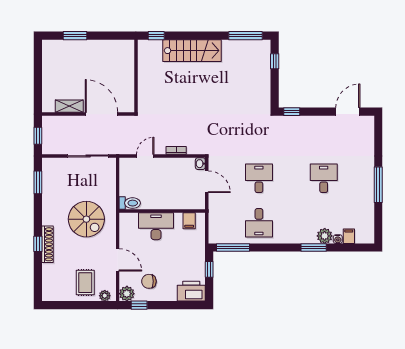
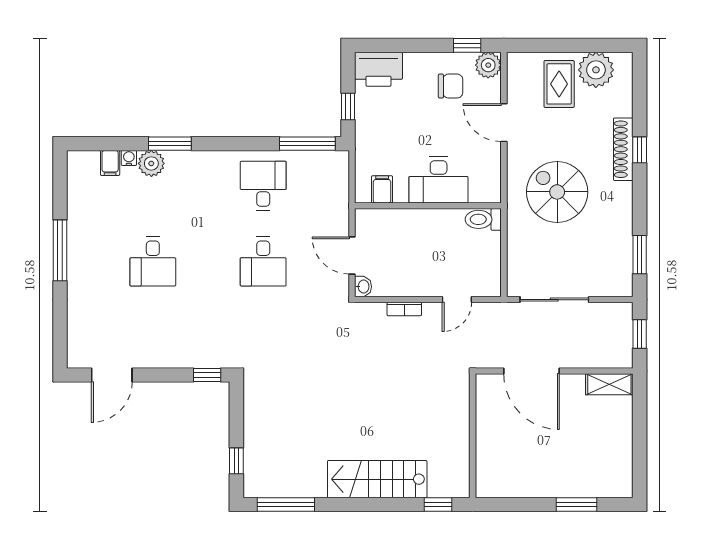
shelving: (69, 106) -> (609, 384), moved
plant: (105, 296) -> (596, 70), moved, width x1.87, depth x1.87

